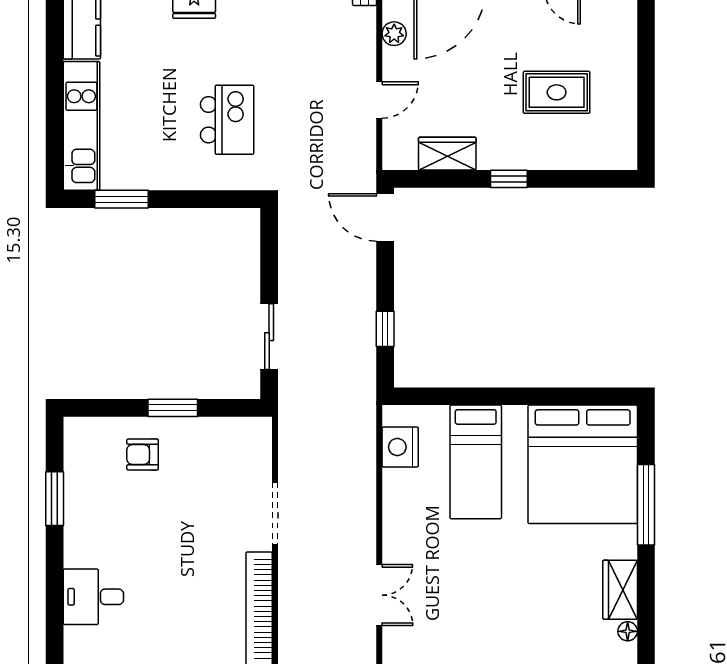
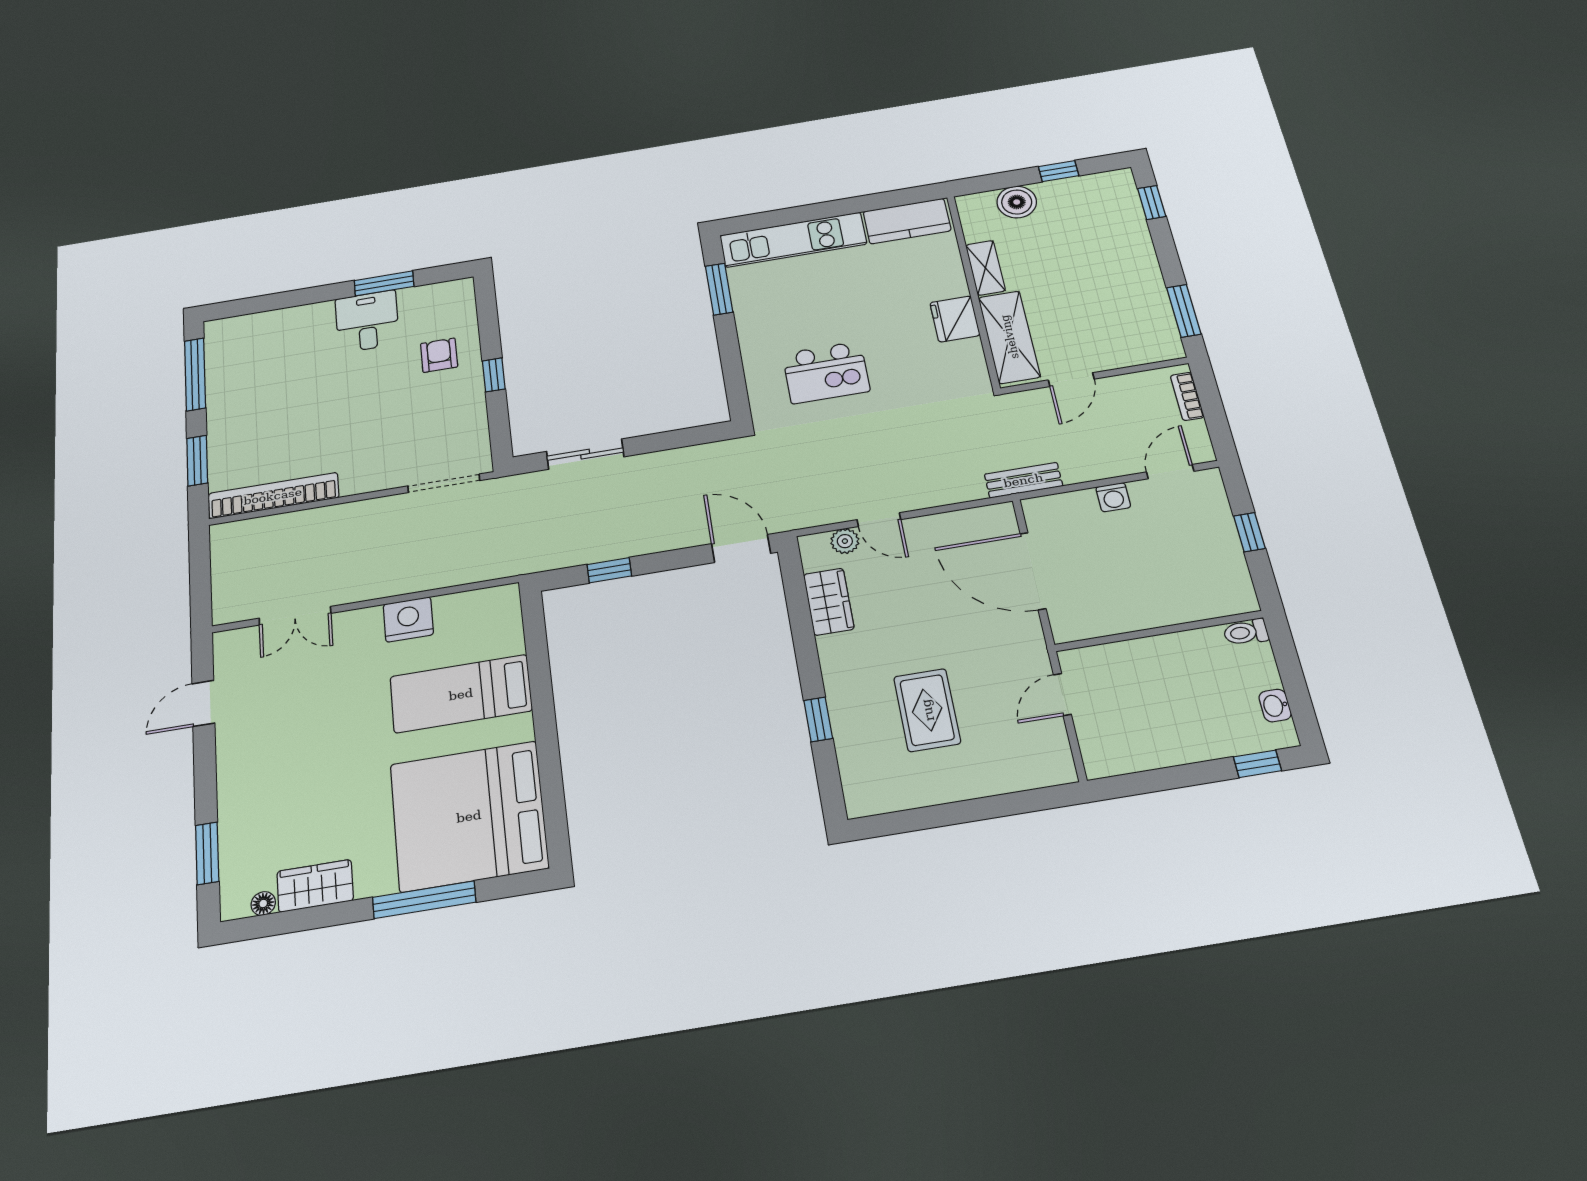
plant: (394, 34) -> (845, 541), moved
window: (509, 179) -> (818, 719), moved
door: (385, 217) -> (741, 548), hinge flipped
window: (173, 408) -> (494, 375), width x0.67
nightstand: (400, 447) -> (408, 619), moved
doorway: (275, 513) -> (444, 483), moved
desk: (93, 597) -> (367, 321), moved

